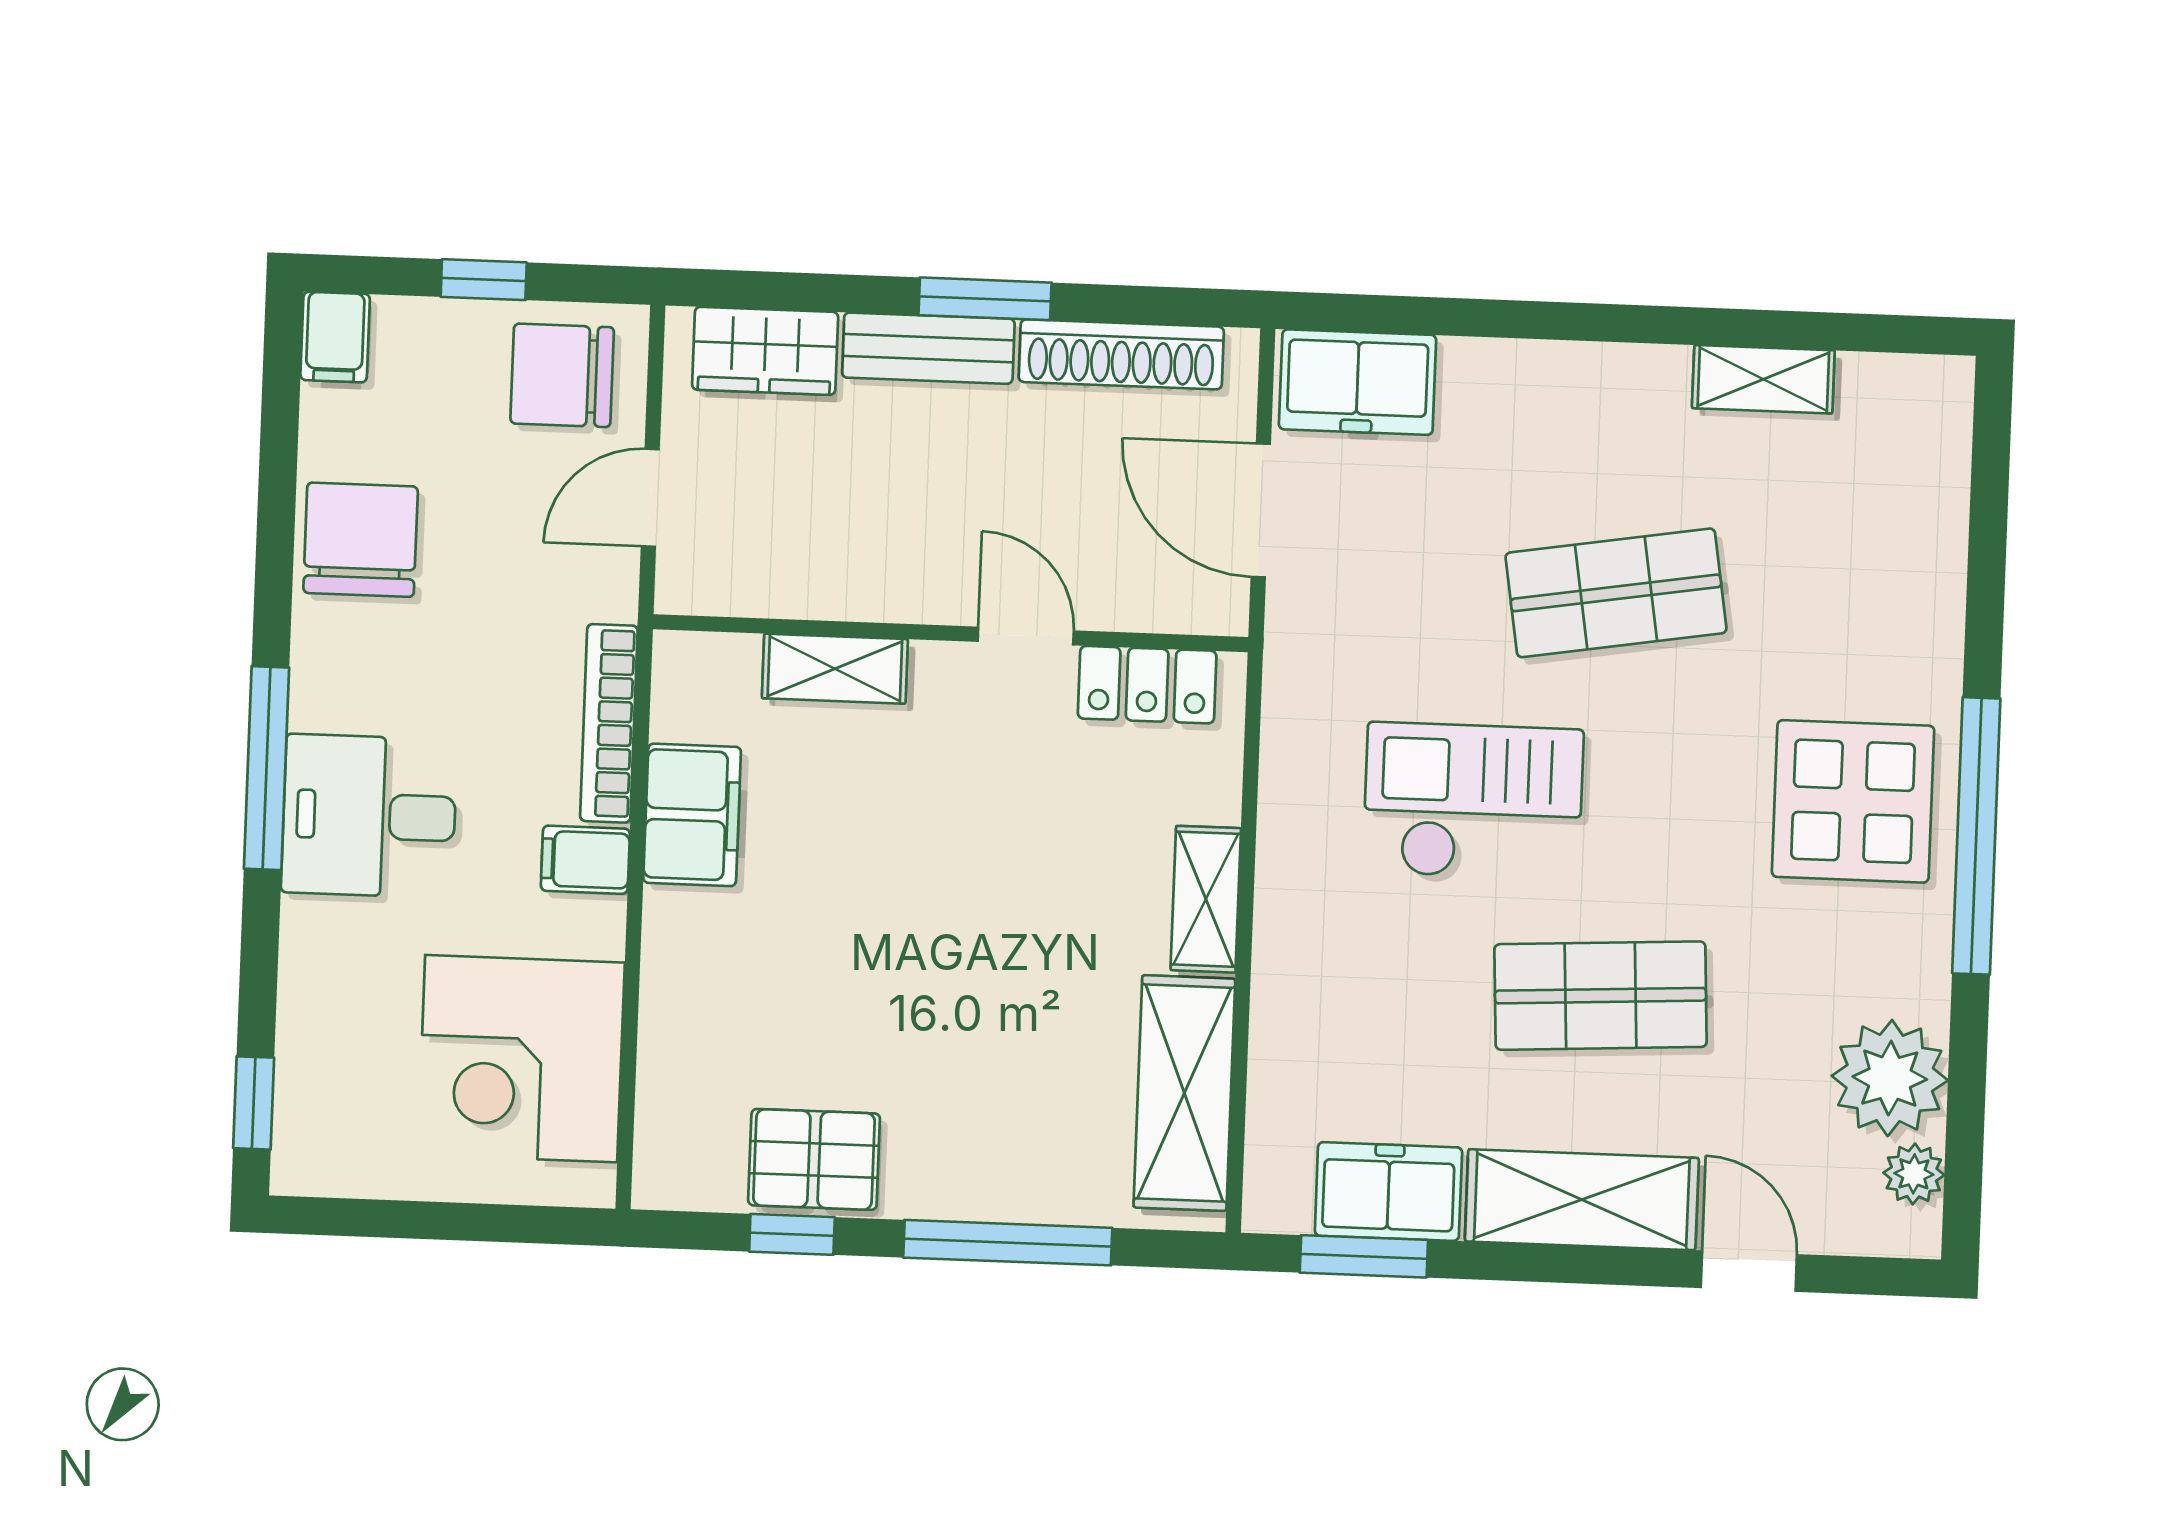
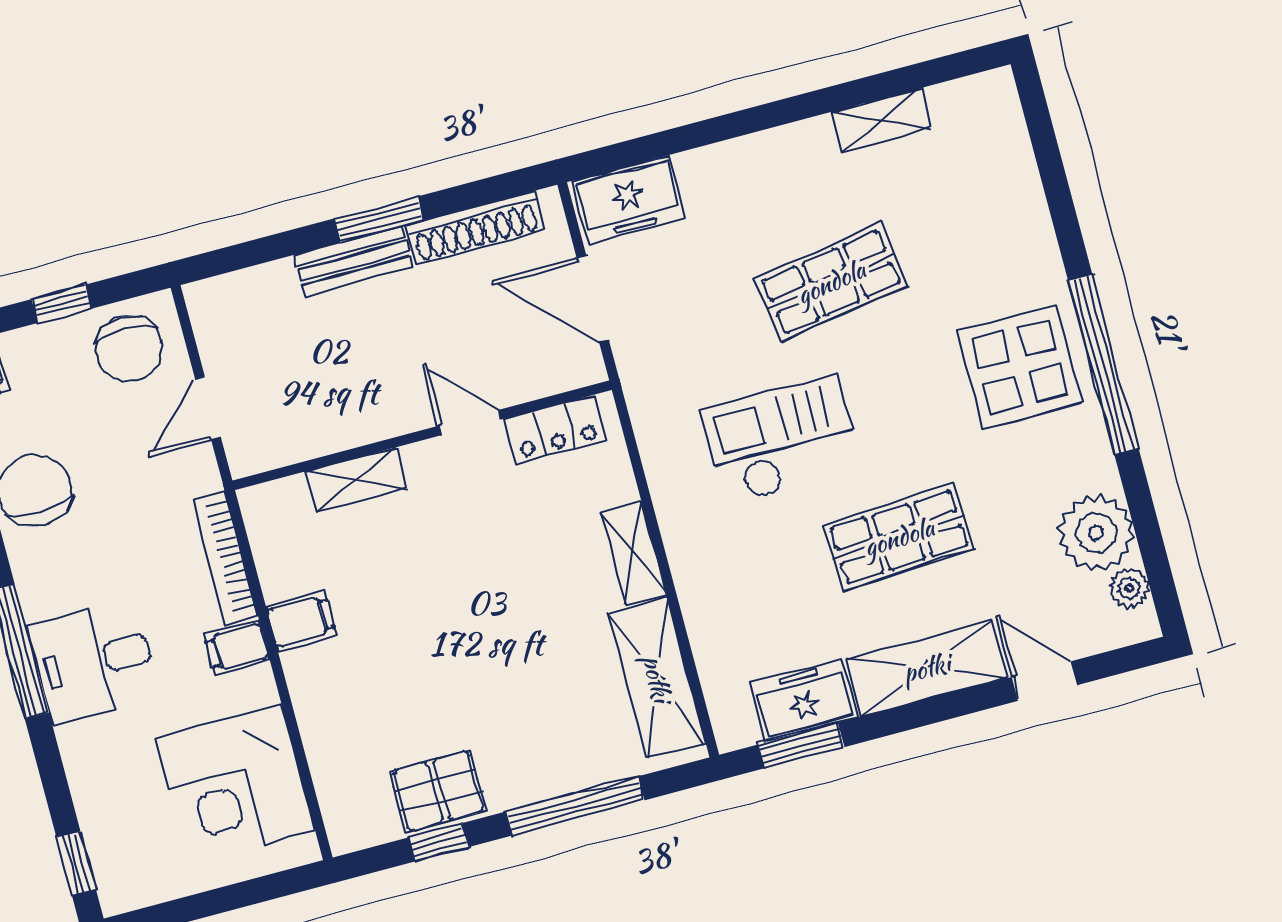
wardrobe: (765, 351) -> (252, 294), removed
chair: (562, 375) -> (129, 349), turned -90
filing cabinet: (692, 815) -> (301, 621), width x0.50

